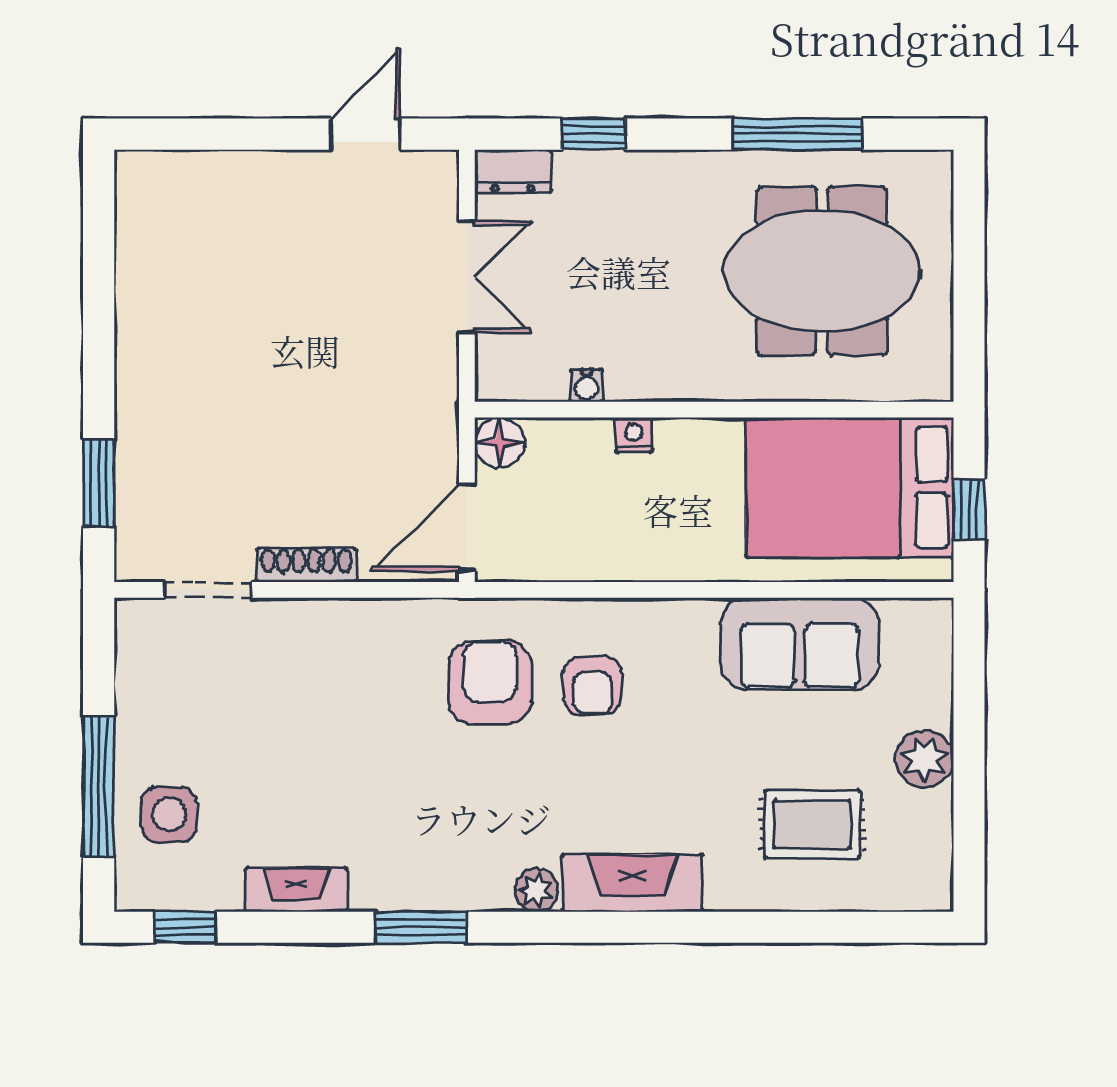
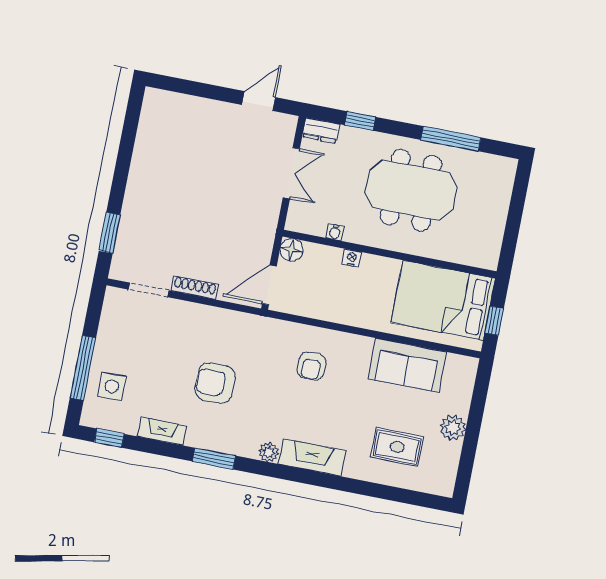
meeting table: (822, 271) -> (411, 190), moved
armchair: (490, 682) -> (215, 383), moved, turned -90

